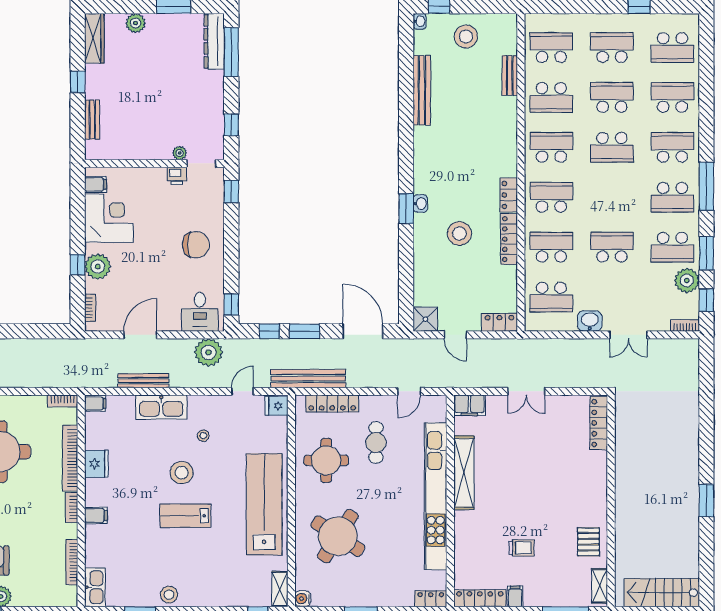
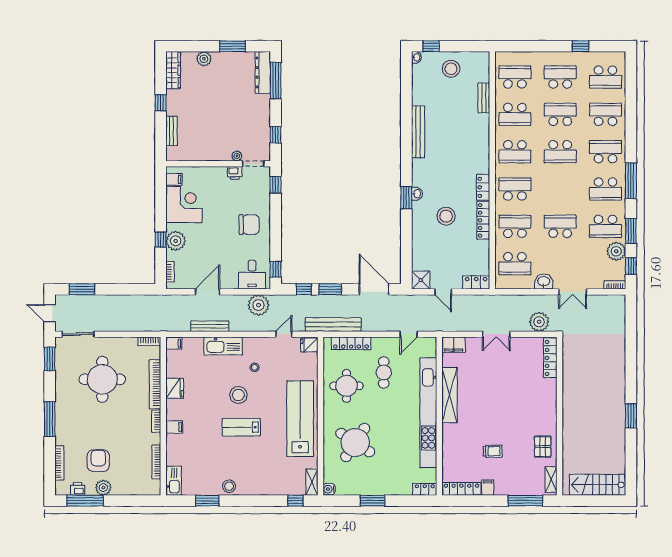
bench: (422, 90) -> (418, 132), moved
school desk: (551, 147) -> (515, 152), turned 180
plant: (584, 375) -> (539, 322), added

